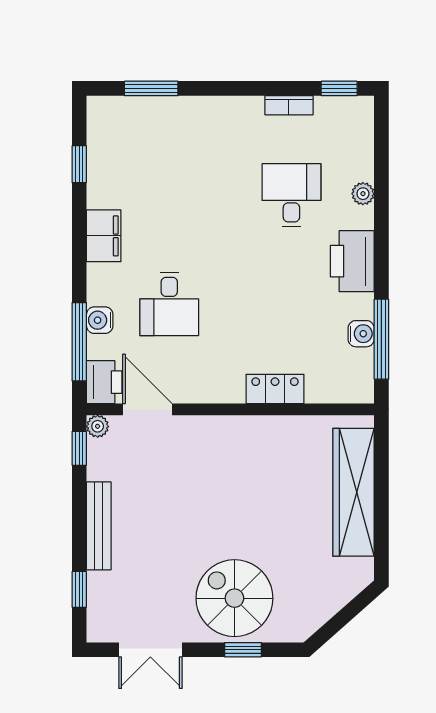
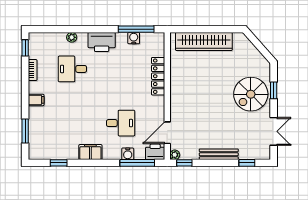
filing cabinet: (221, 113) -> (36, 100), added
locker: (275, 389) -> (158, 76), width x1.53

